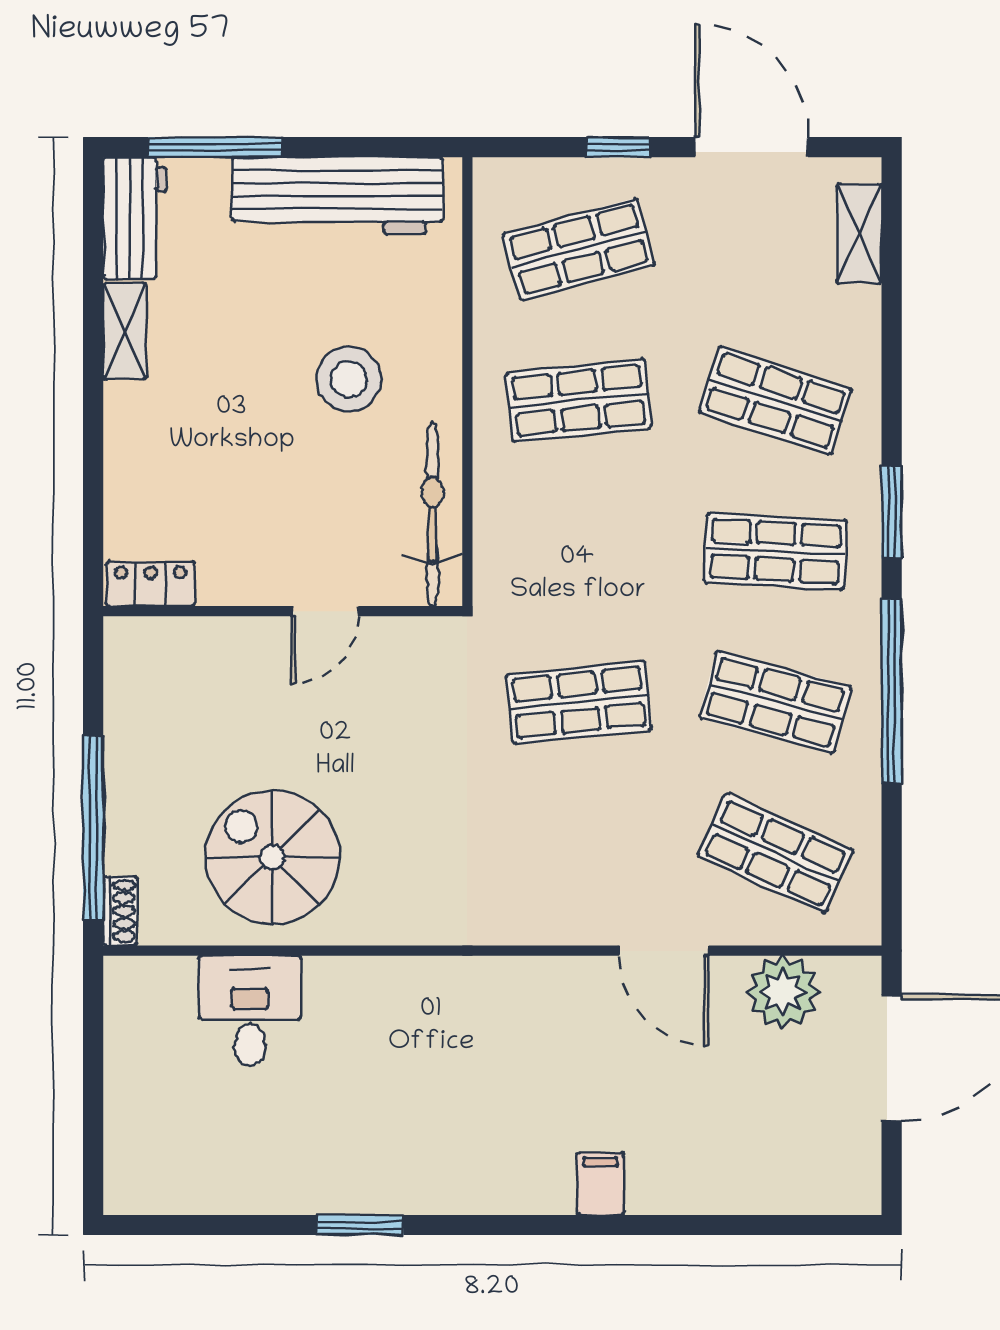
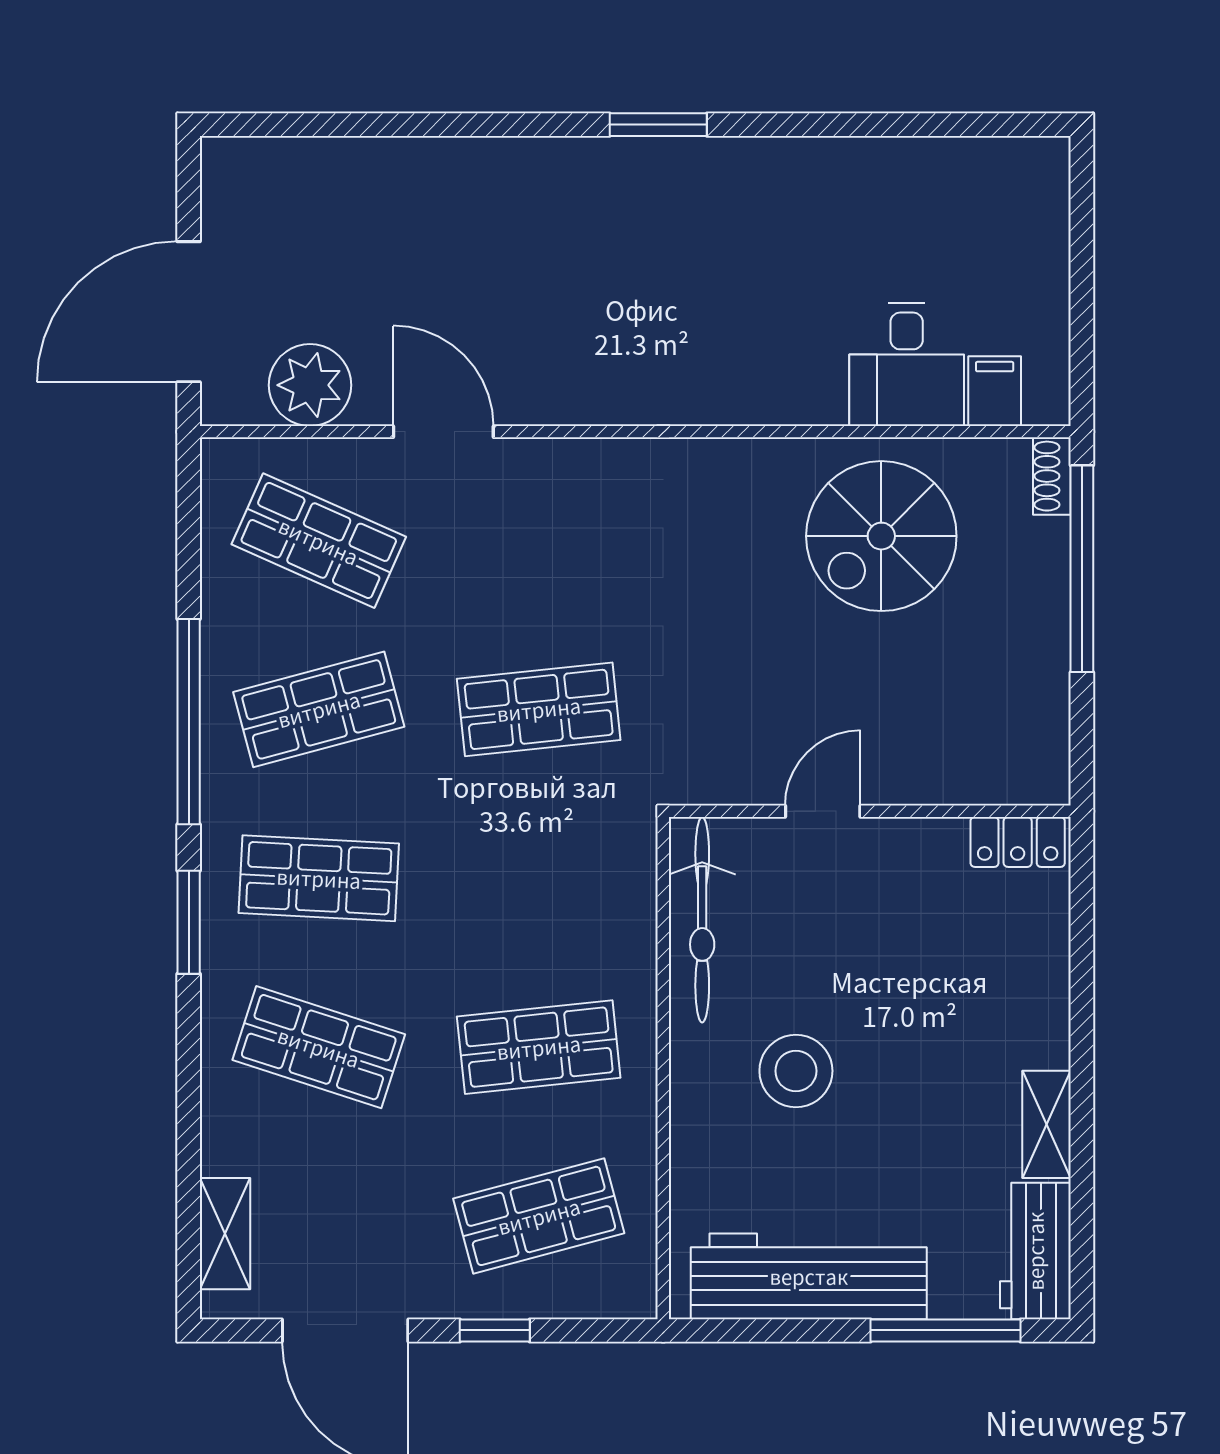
shop shelf: (775, 702) -> (319, 709), turned -30
spiral stairs: (272, 857) -> (881, 536), turned 90
filing cabinet: (600, 1184) -> (995, 391), moved, turned 180
window: (360, 1225) -> (658, 125), moved

